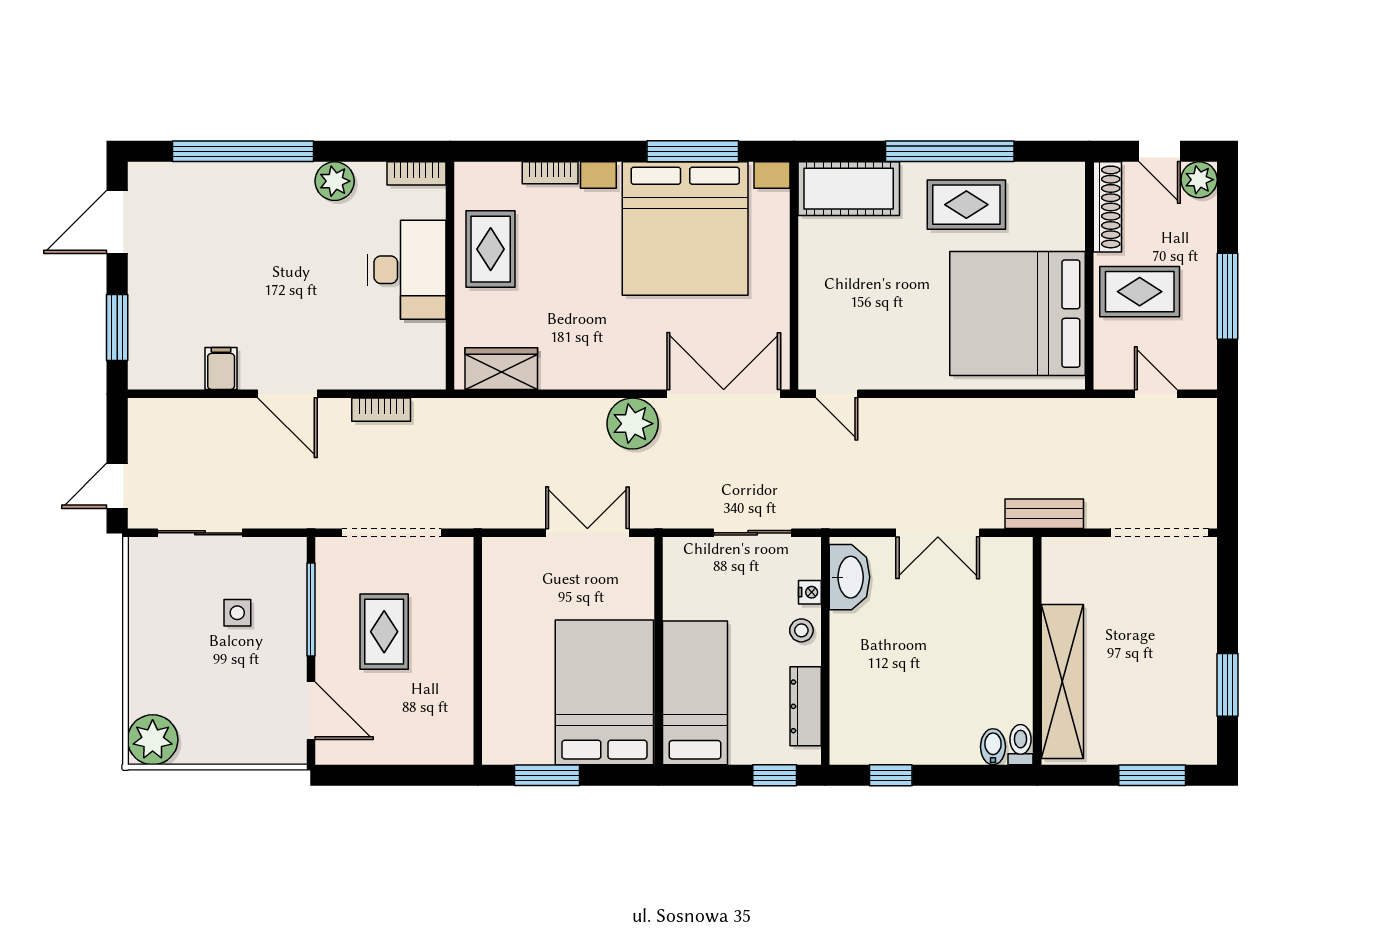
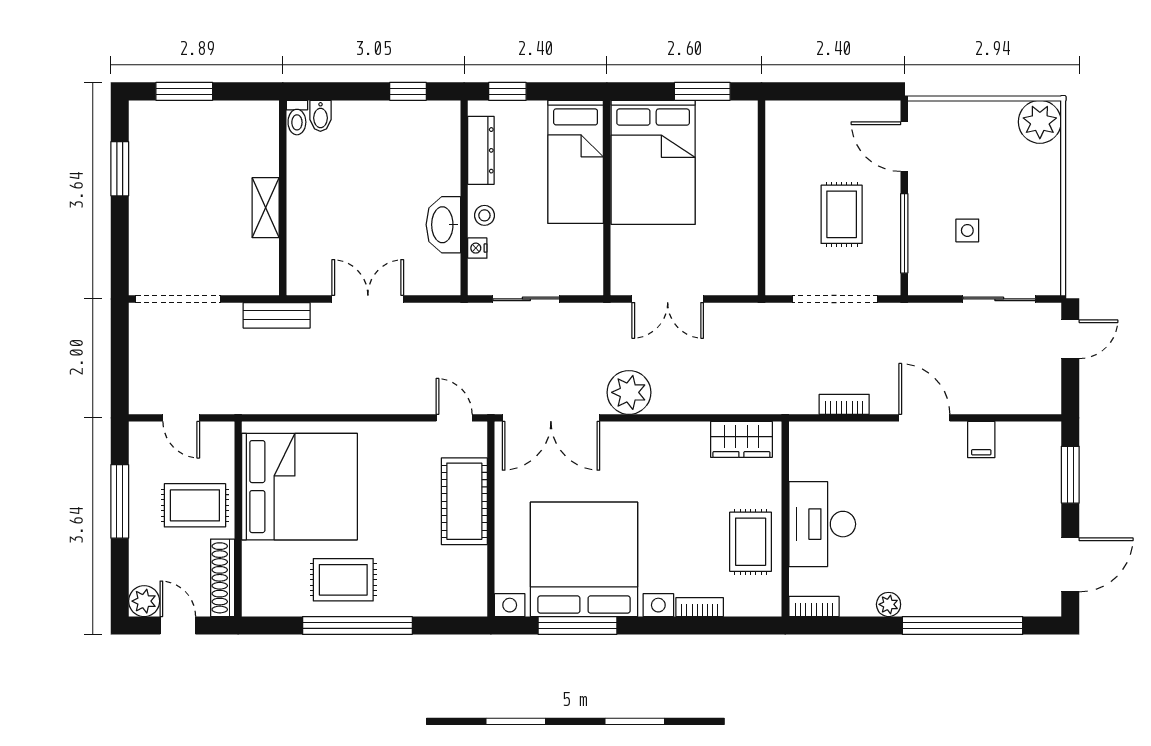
plant: (335, 181) -> (889, 604), width x0.73, depth x0.73
cot: (849, 189) -> (464, 501), moved, turned 90
washbasin: (849, 577) -> (443, 225), moved
shelving: (1062, 681) -> (266, 208), width x0.45, depth x0.75

